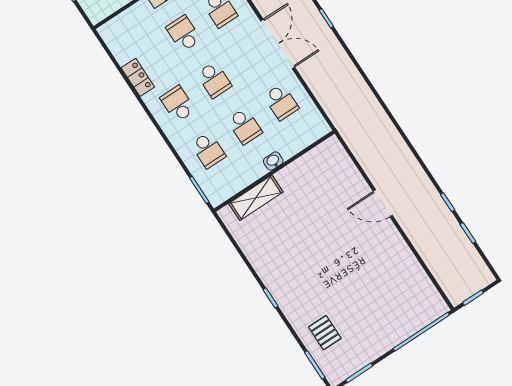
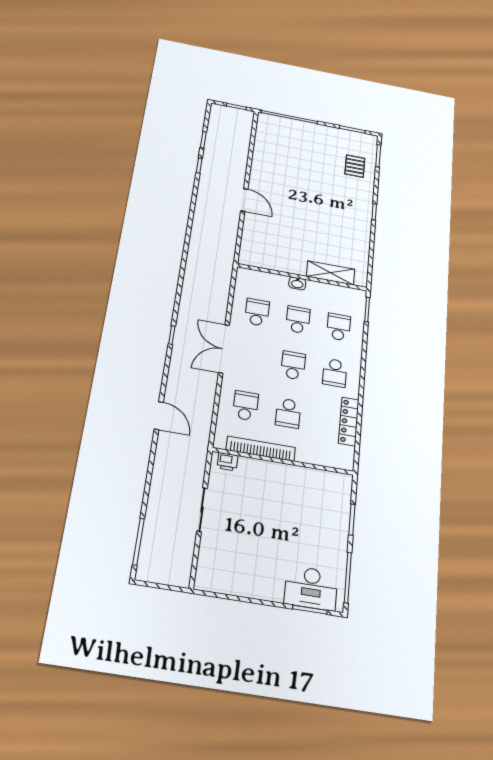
locker: (138, 77) -> (349, 421), width x1.53

